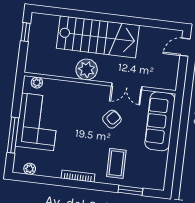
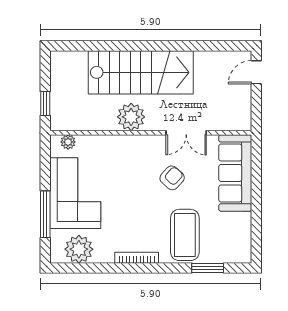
window: (25, 32) -> (45, 104), moved
coffee table: (116, 163) -> (185, 235), width x1.36, depth x1.32
plant: (30, 169) -> (79, 249), width x1.88, depth x1.88

